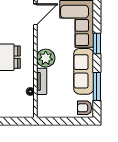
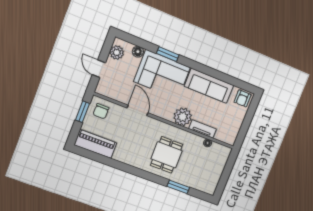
window: (97, 43) -> (168, 54), moved
window: (97, 86) -> (228, 79), removed

